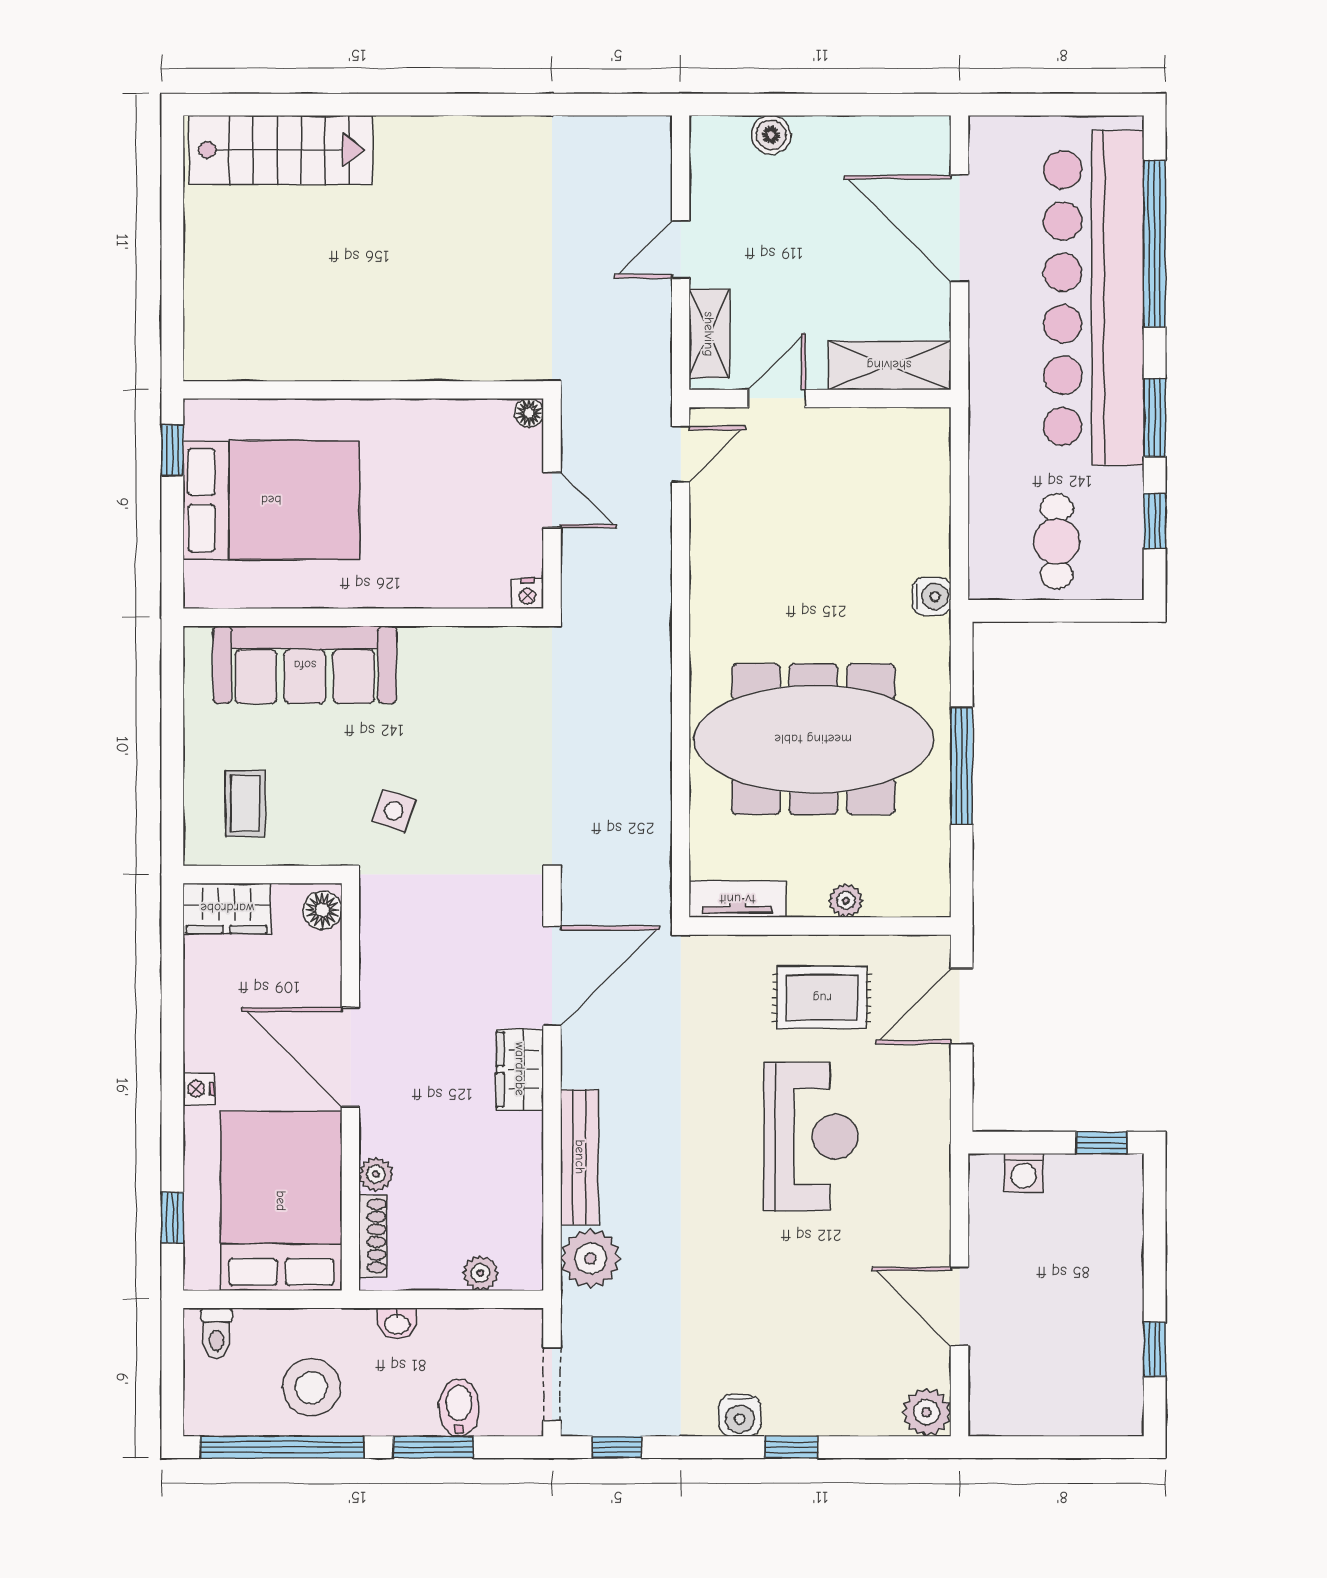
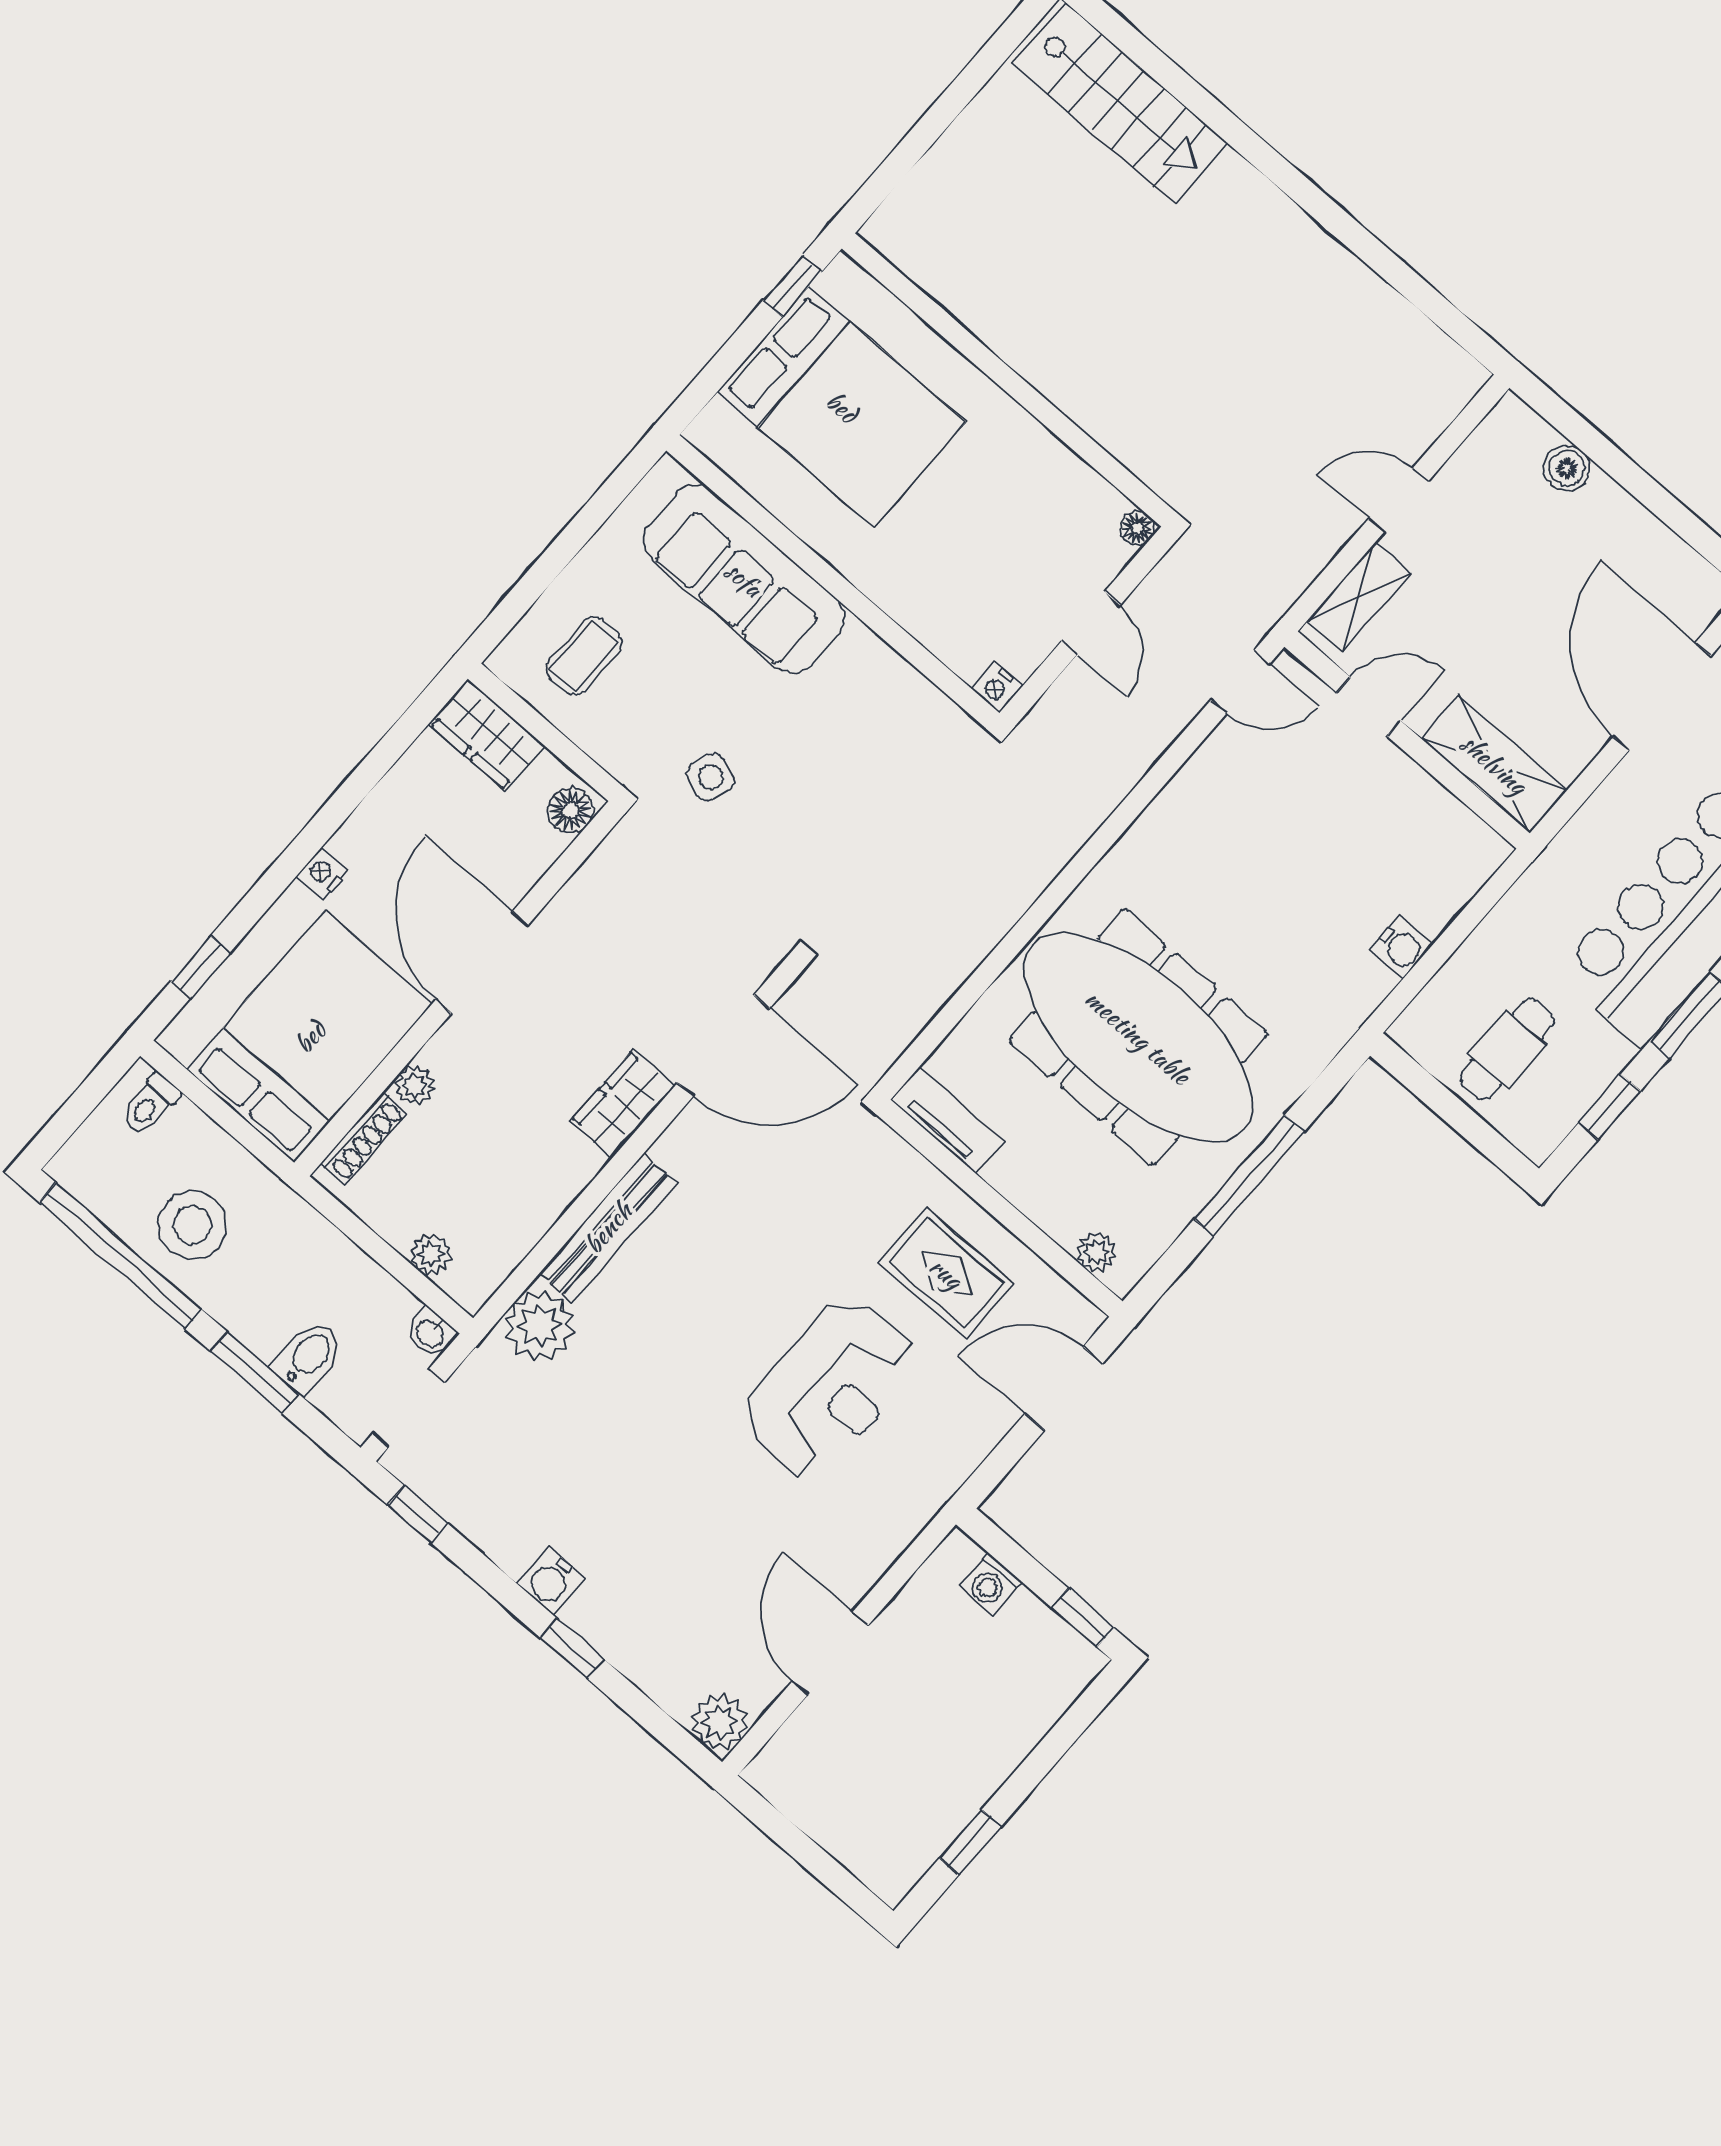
water cooler: (932, 596) -> (1401, 947), moved
plant: (846, 900) -> (1096, 1252), moved
washbasin: (397, 1323) -> (431, 1333), moved

